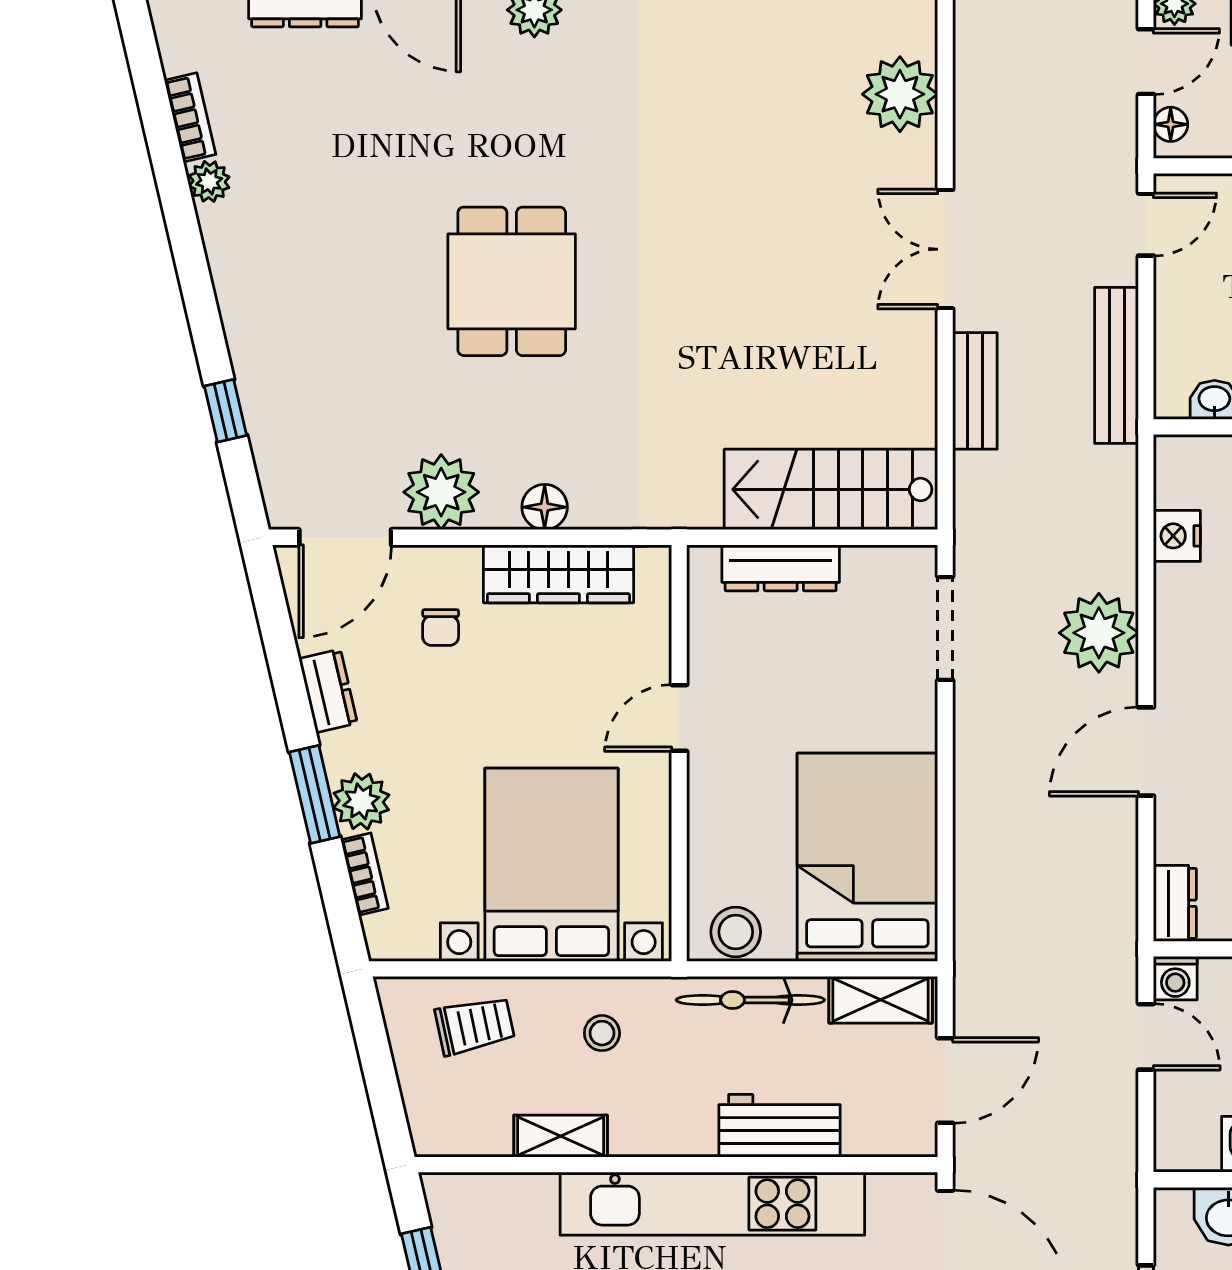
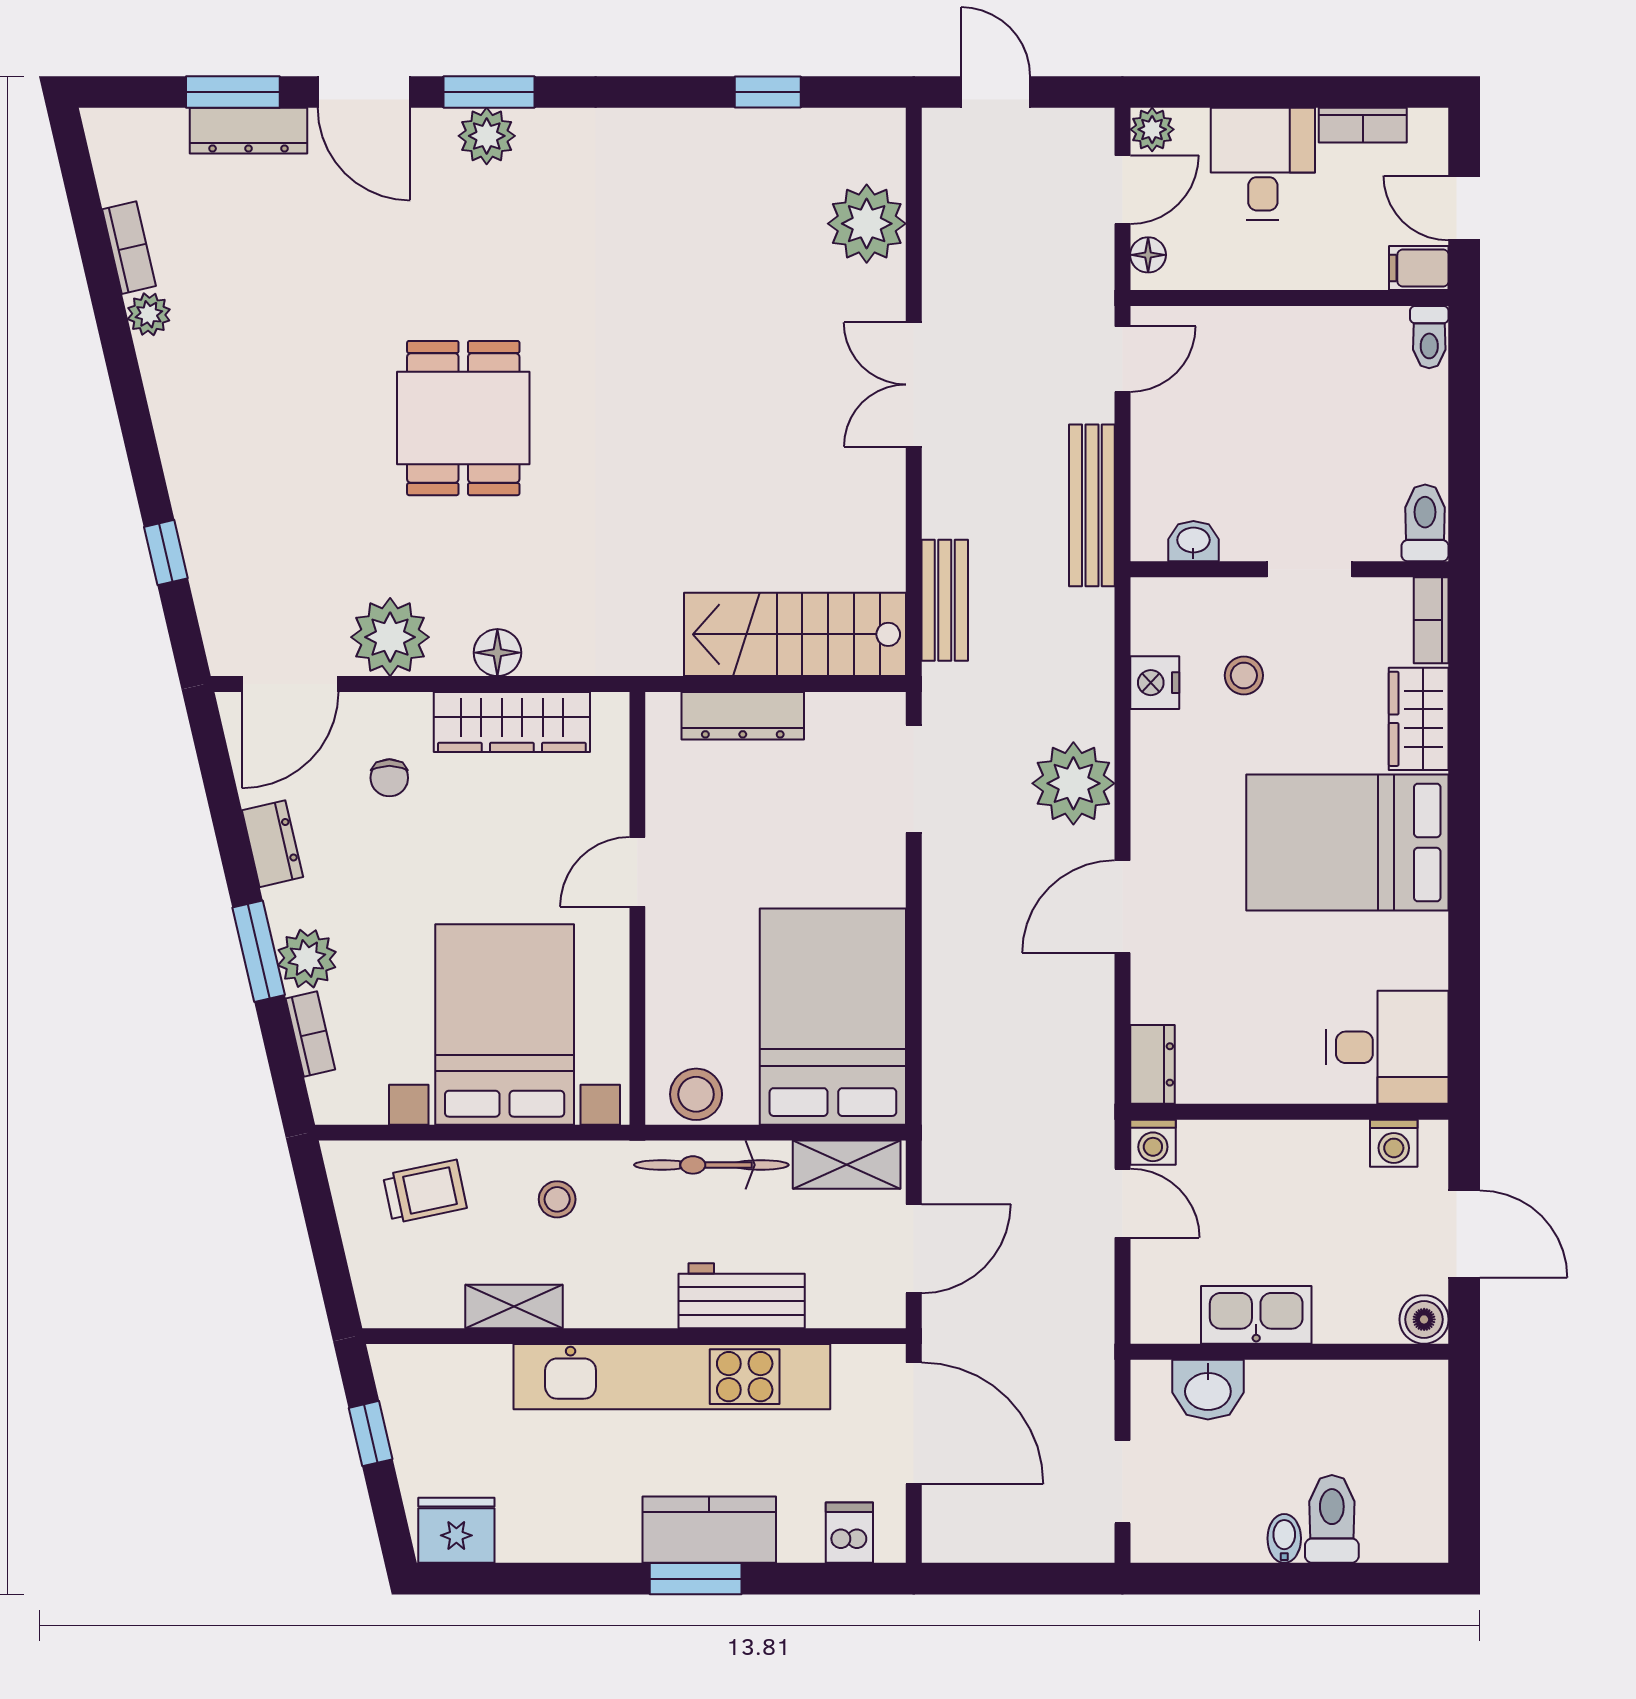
bench: (975, 391) -> (945, 600), moved

